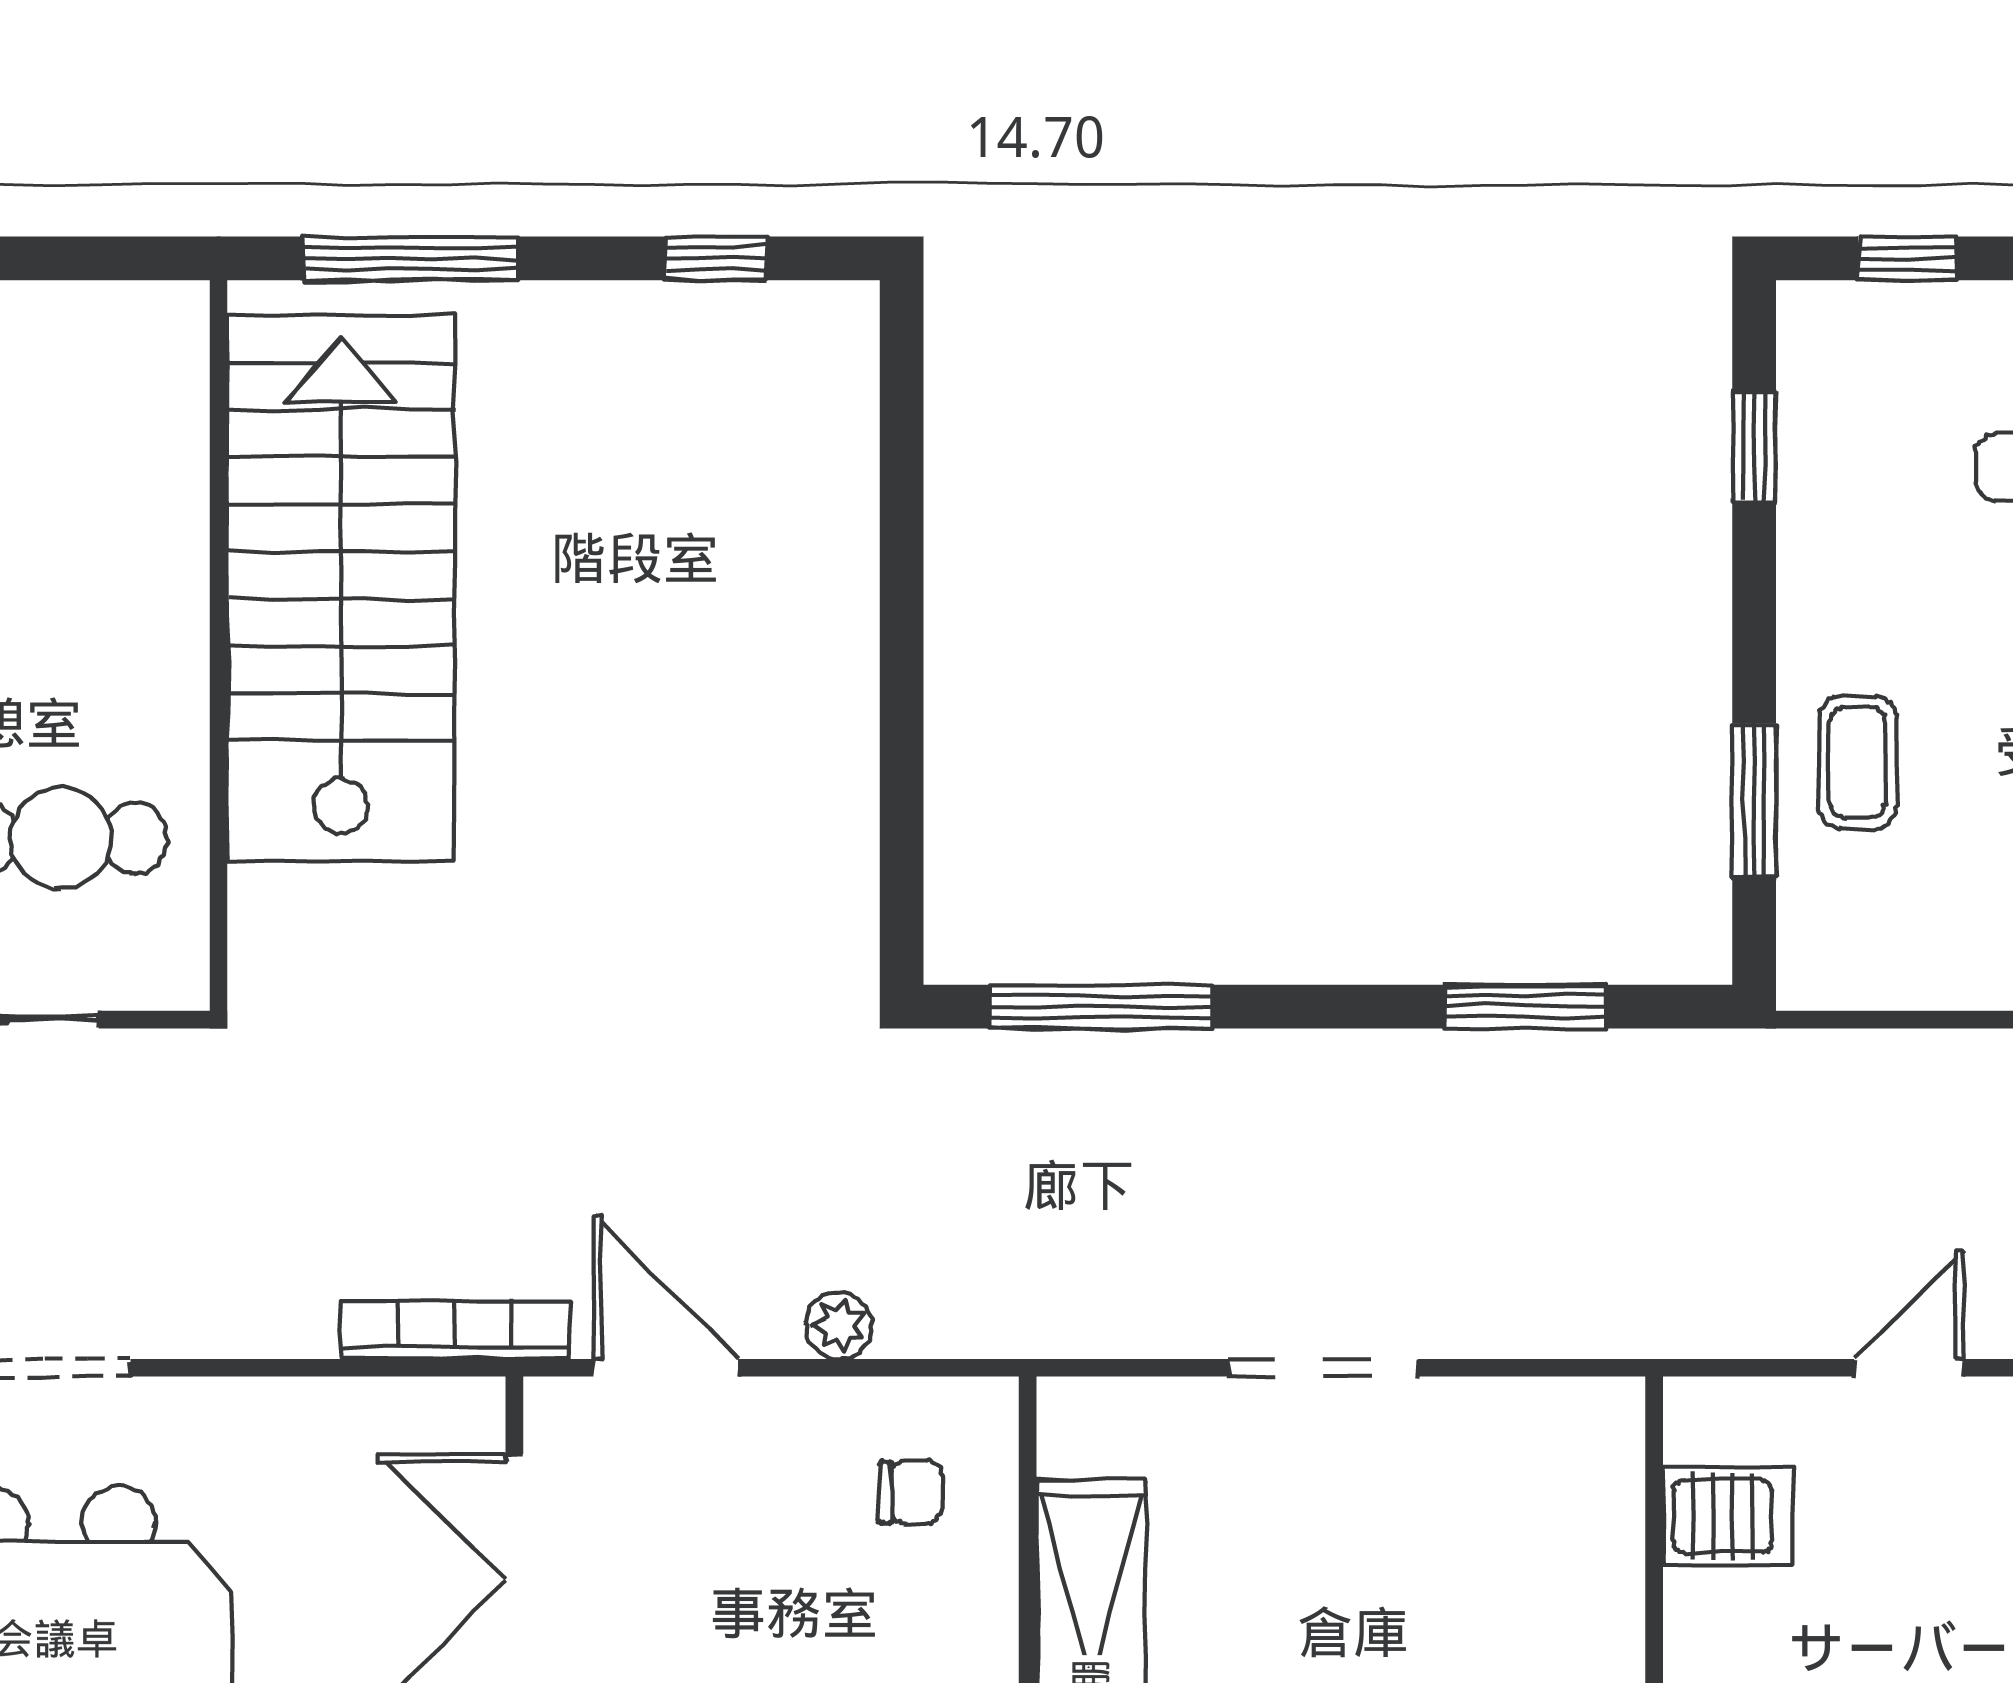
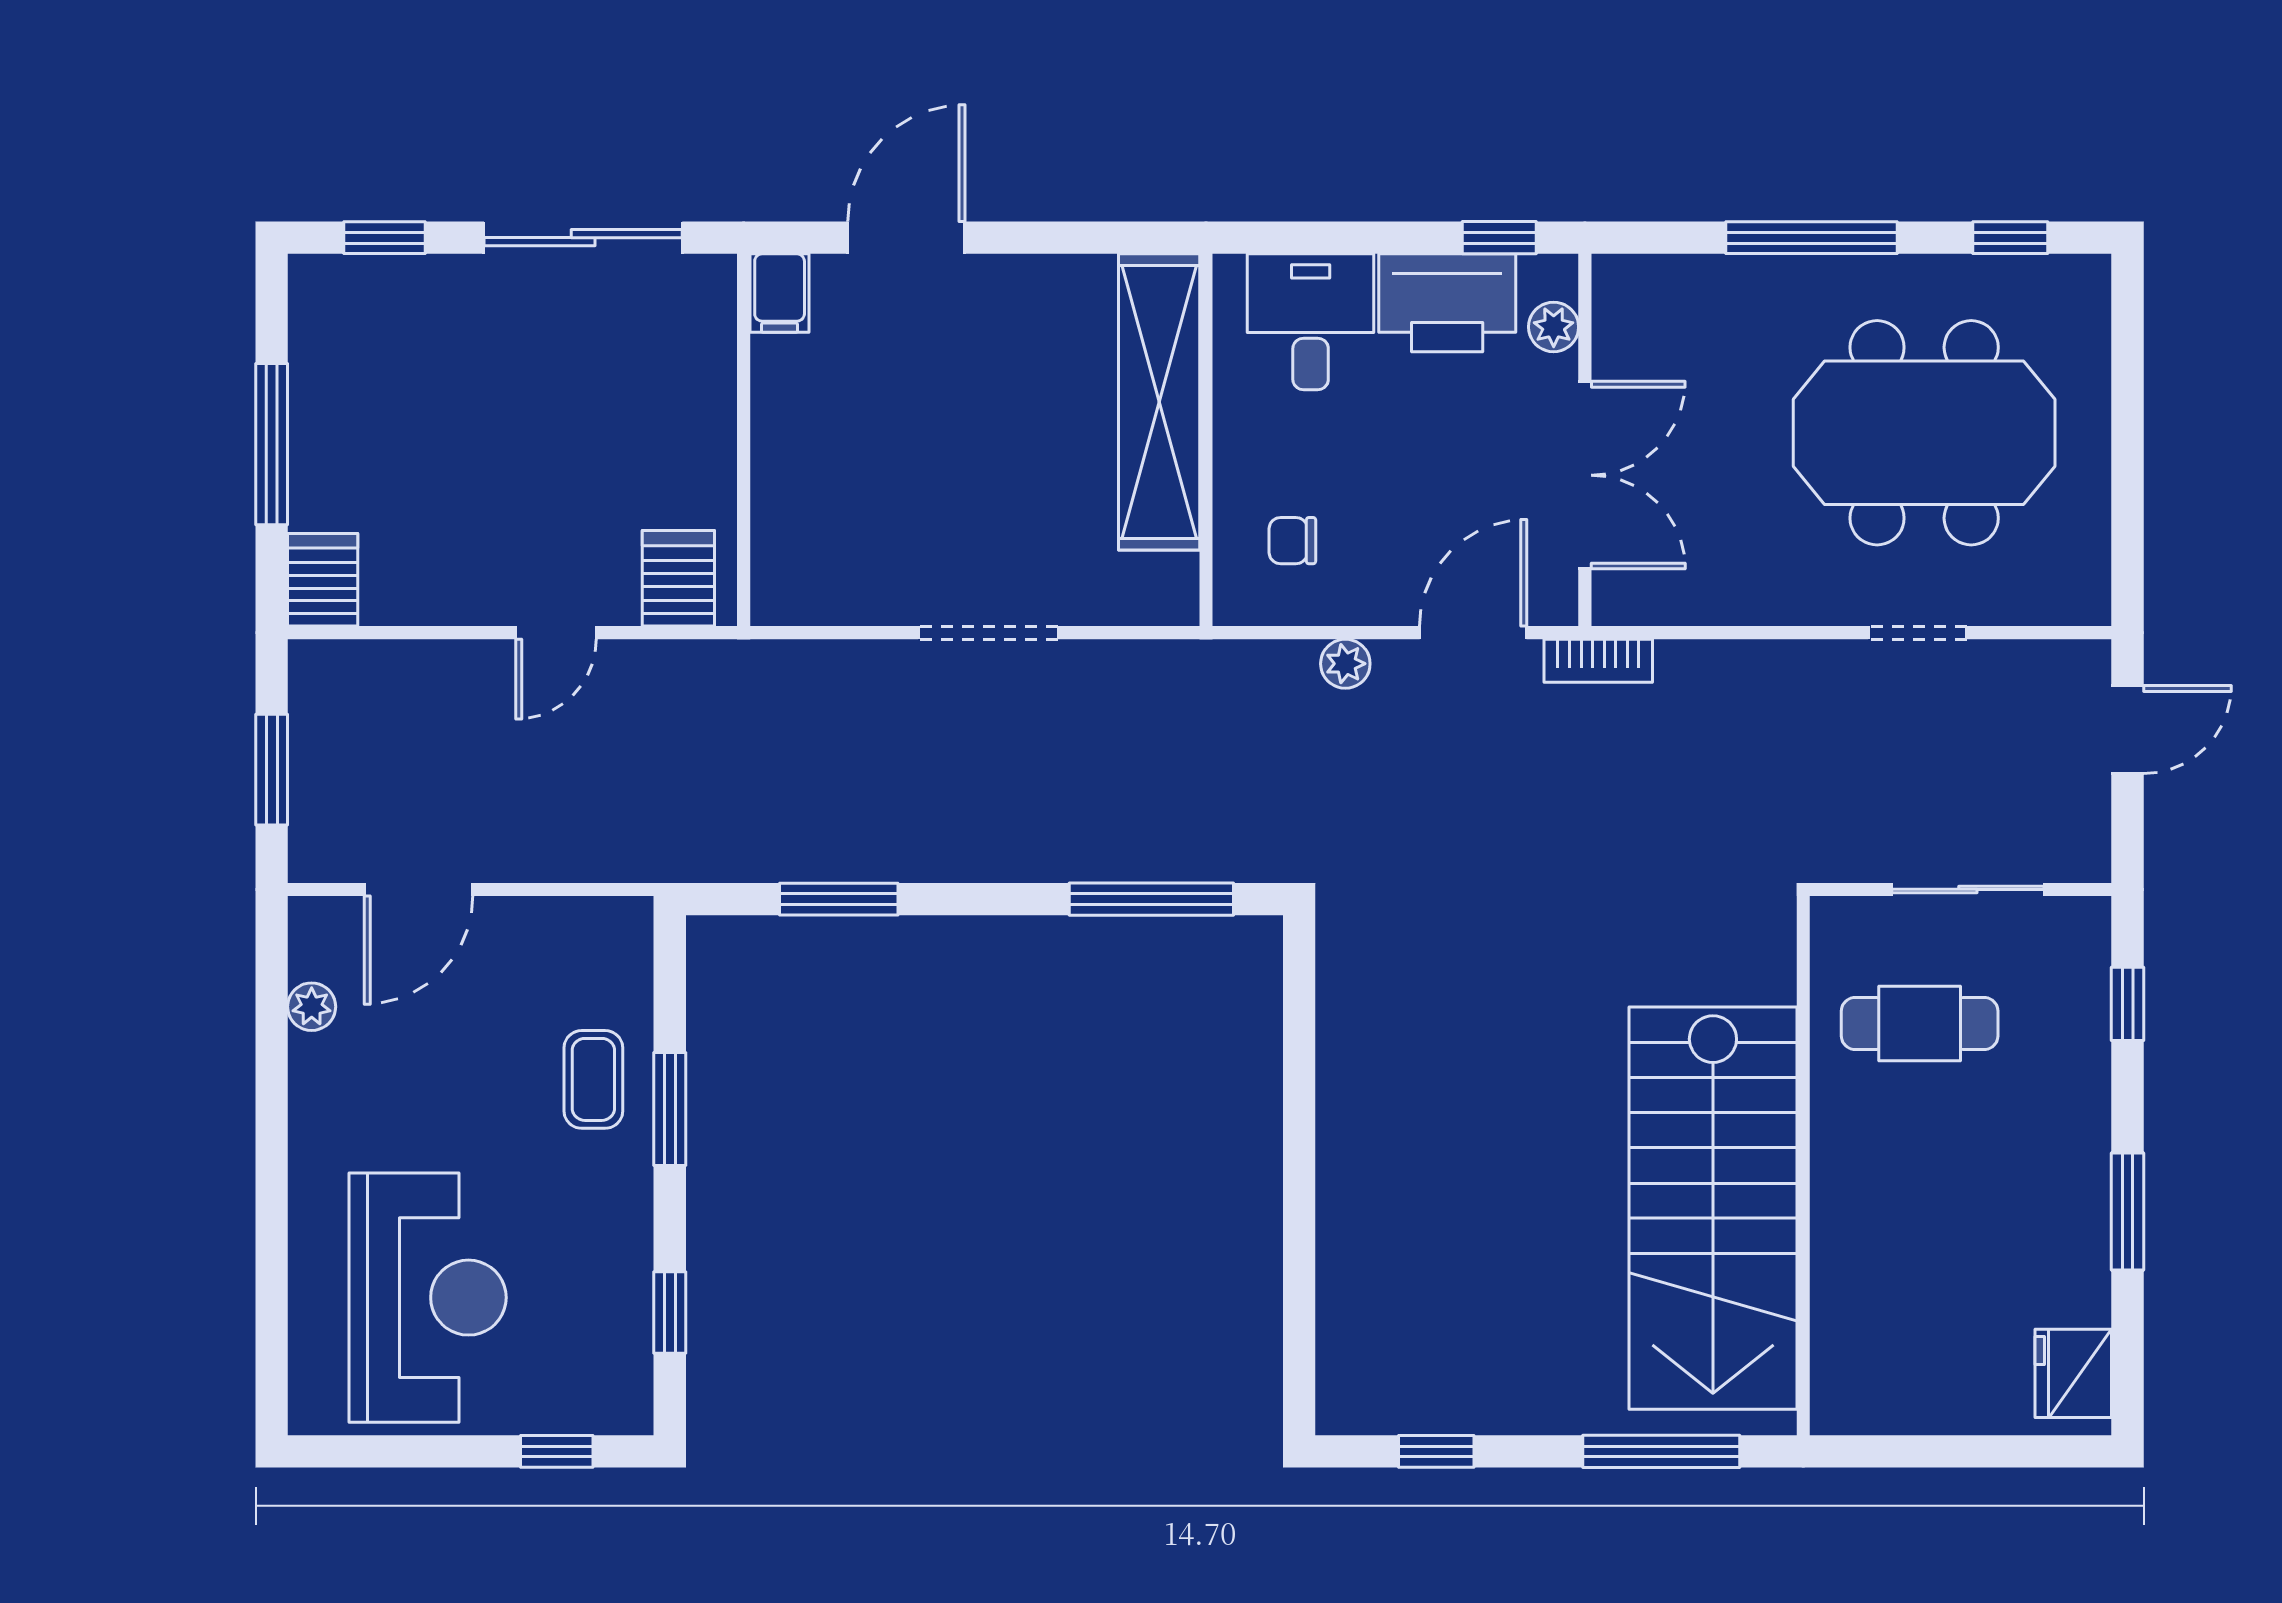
window: (1754, 800) -> (670, 1109), moved
bookcase: (455, 1330) -> (1598, 661), width x0.64
door: (666, 1368) -> (1473, 633), swing flipped
server rack: (1728, 1516) -> (678, 578), moved, turned 90

